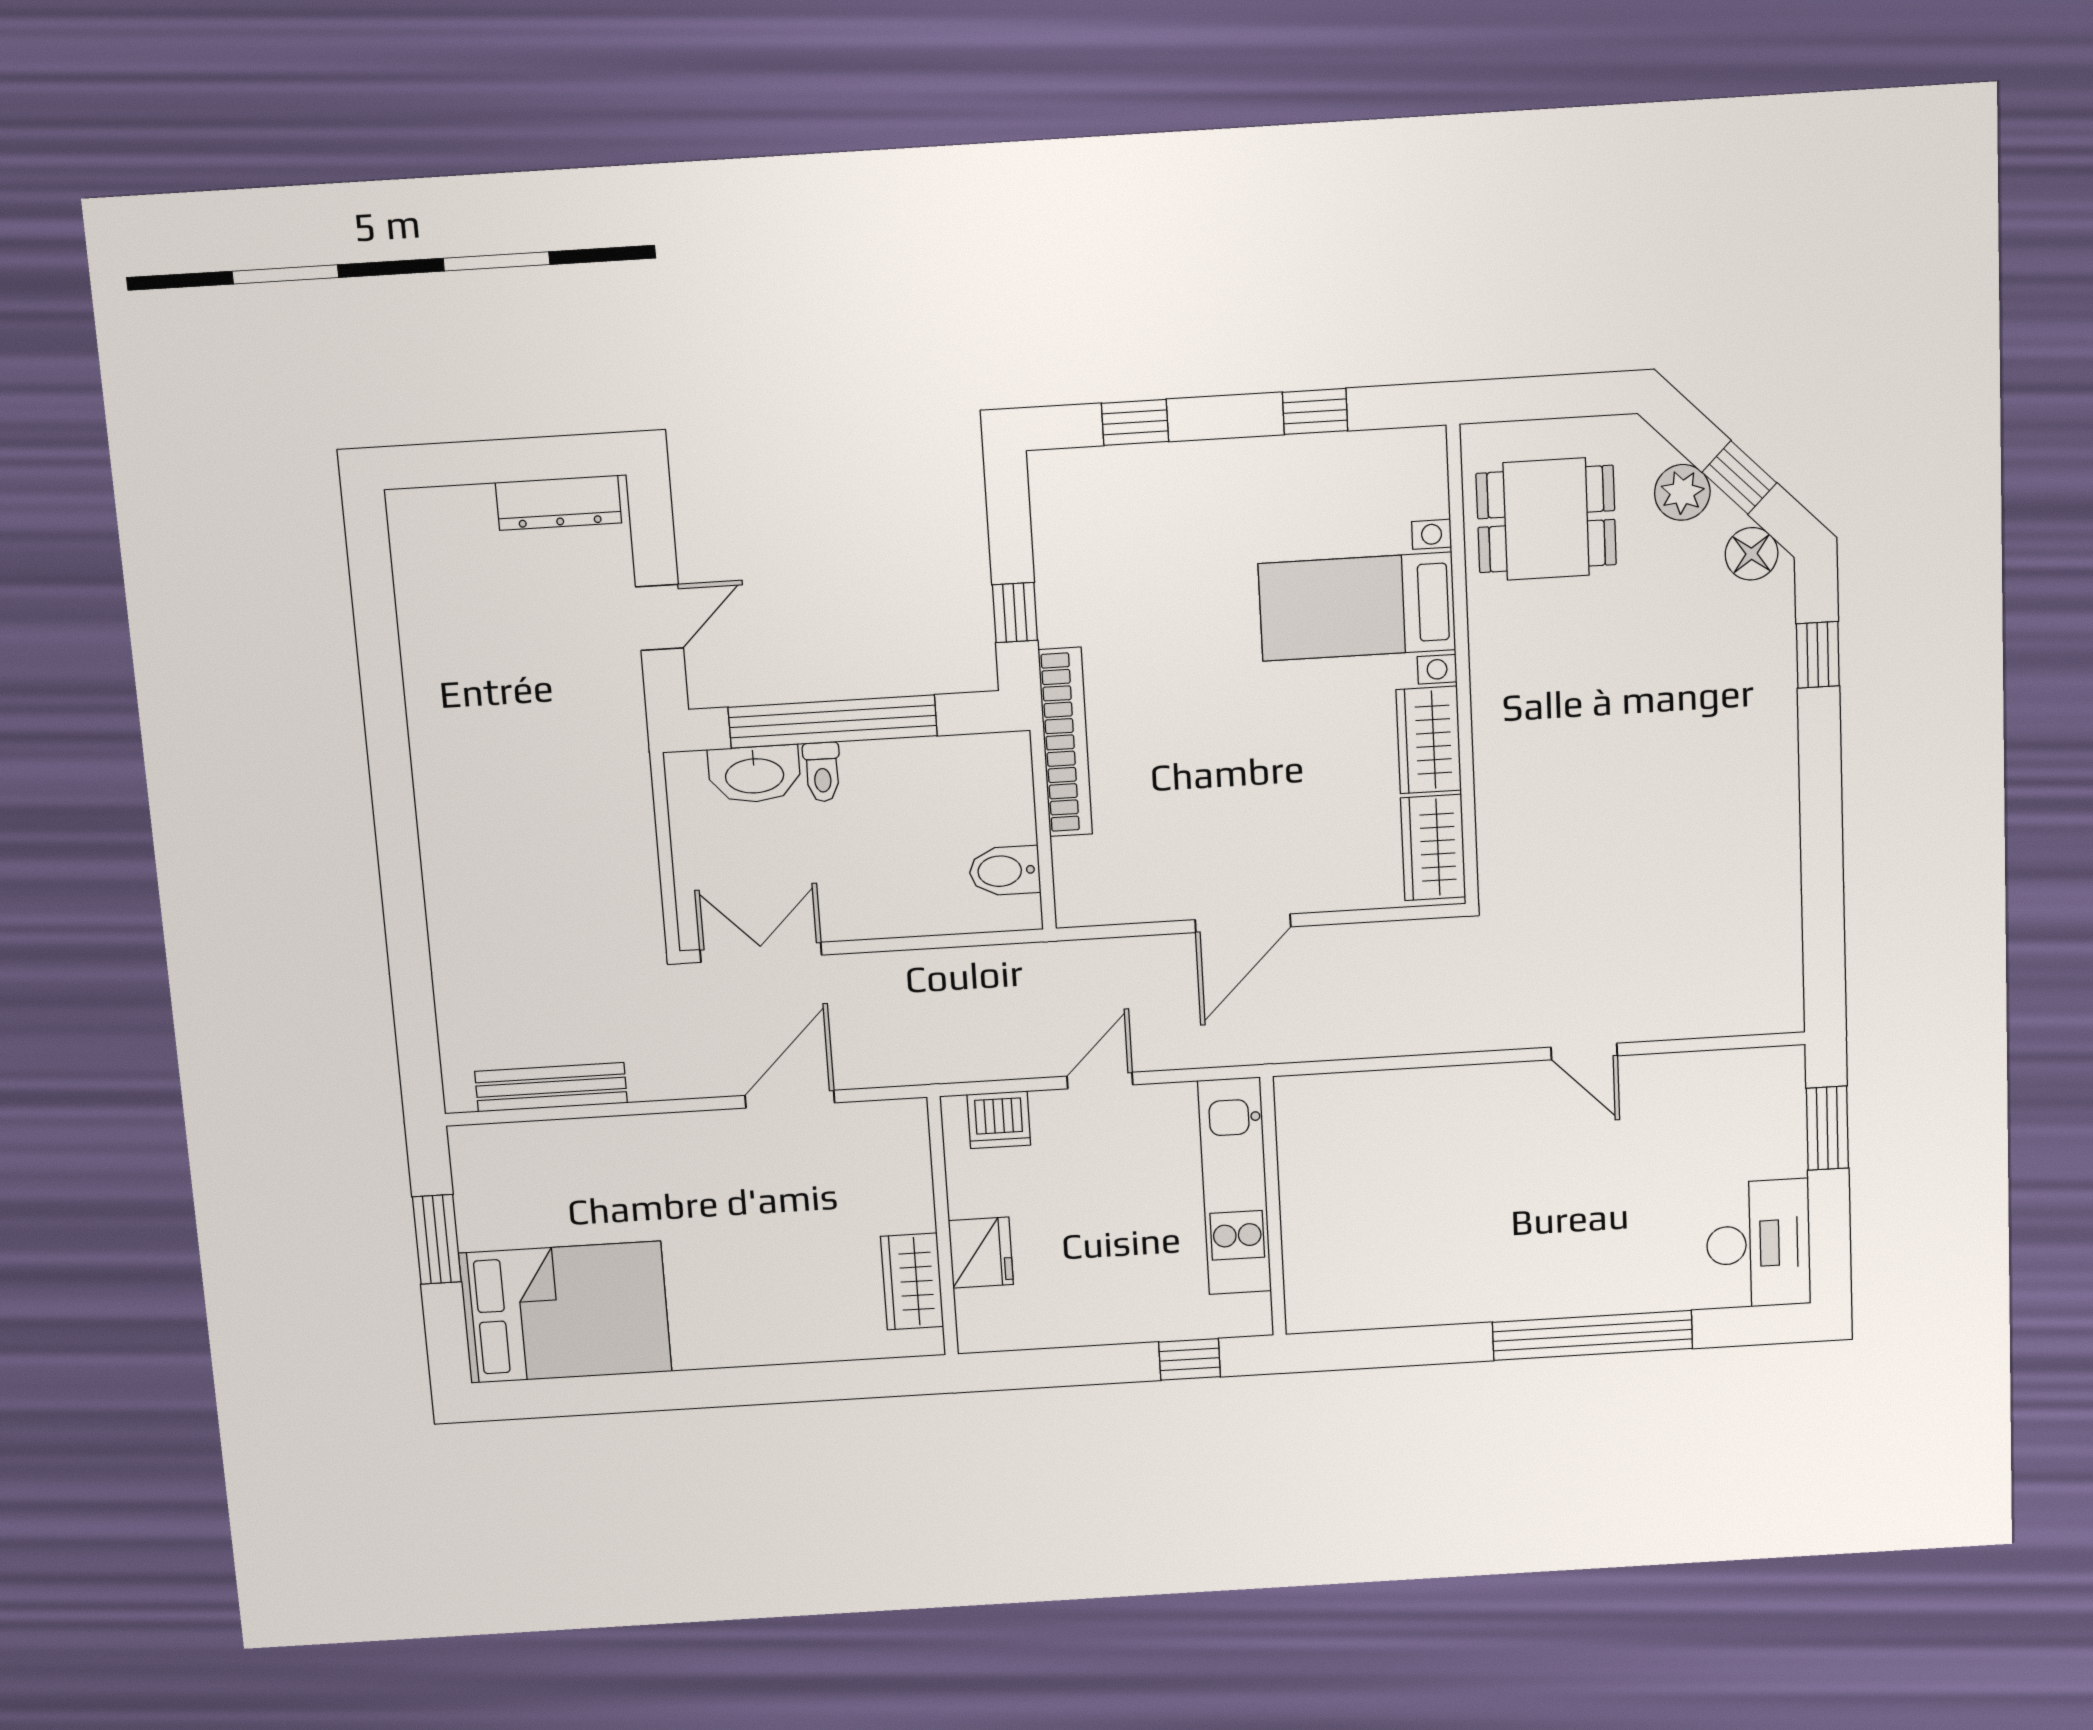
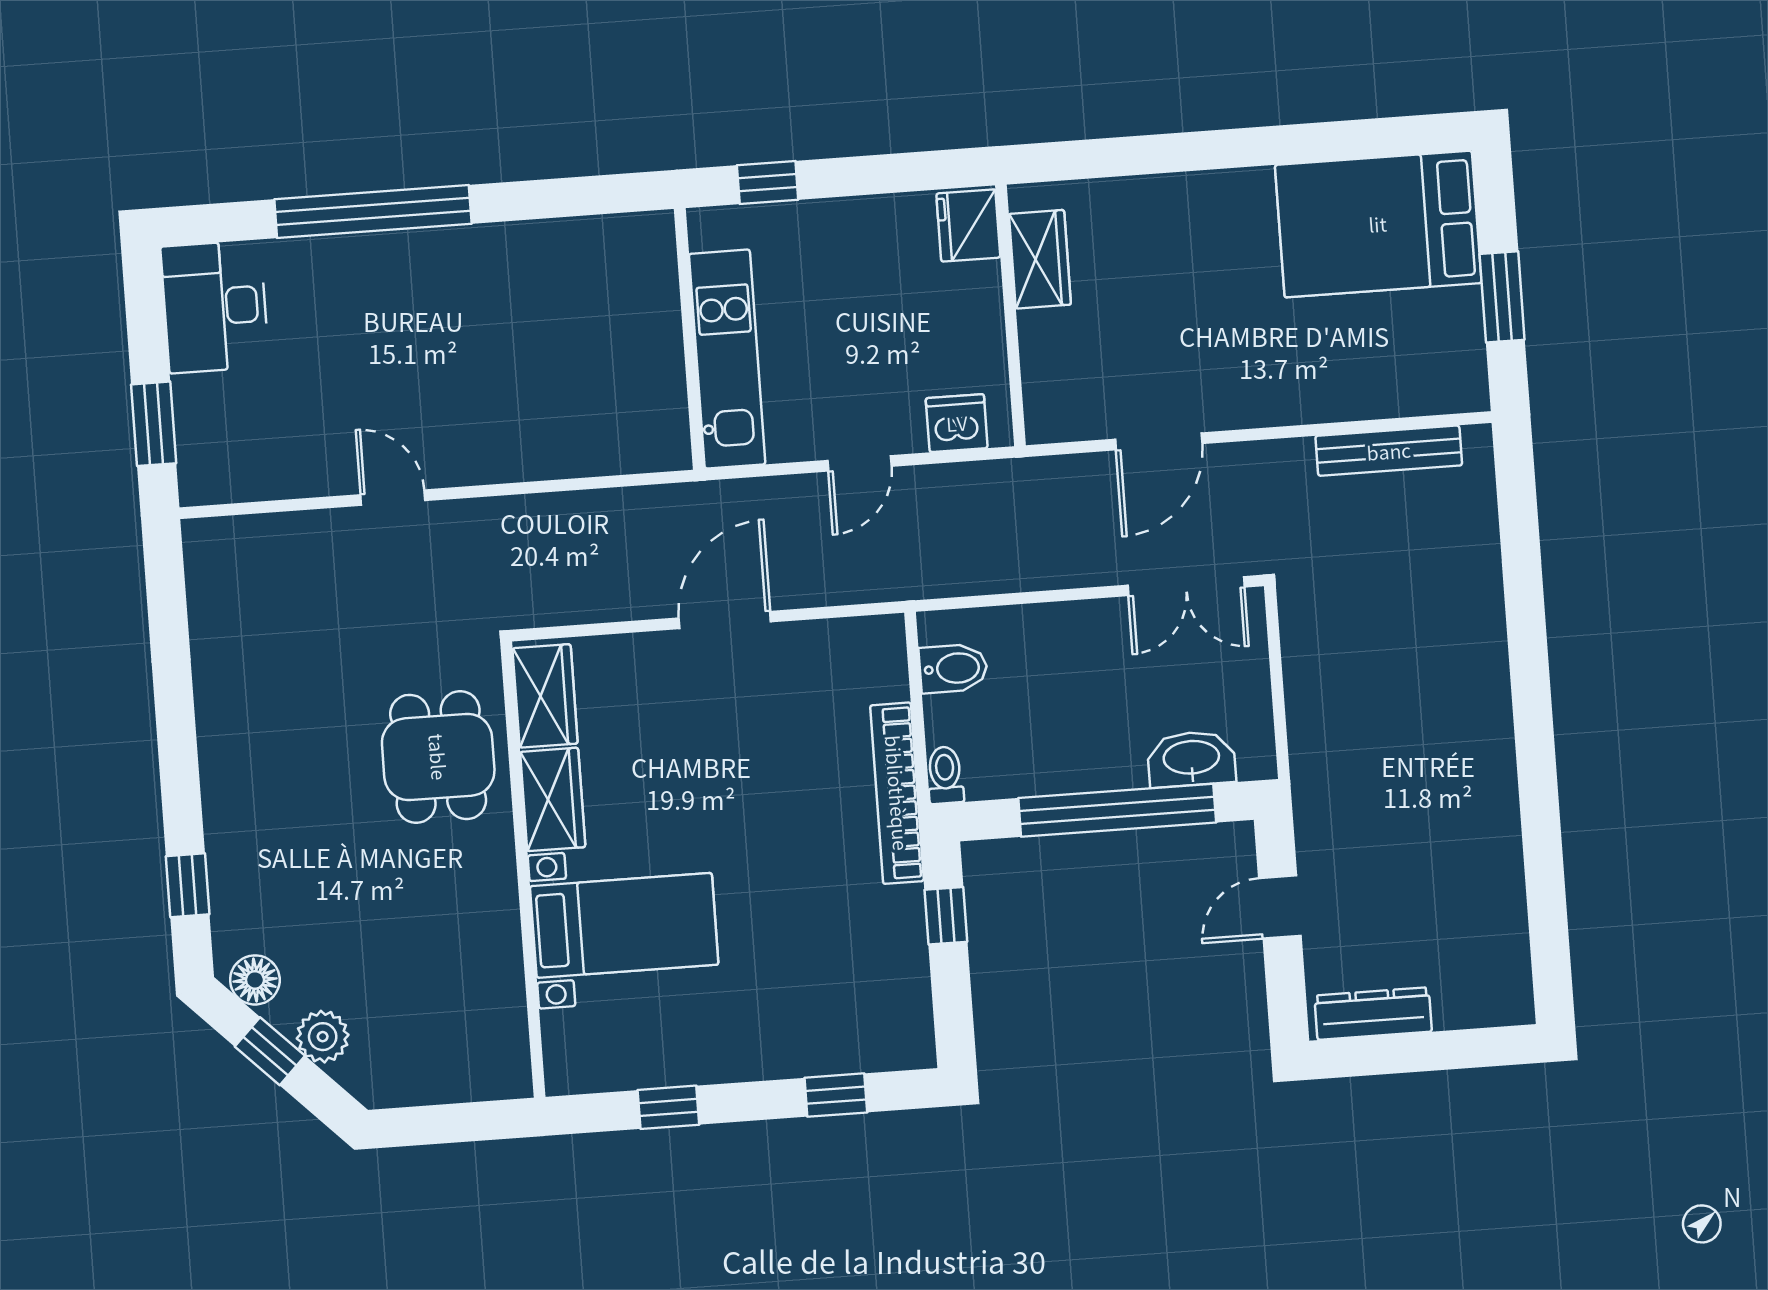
dining table: (1546, 519) -> (438, 757), moved, turned 90
toilet: (822, 772) -> (945, 775), moved
fridge: (981, 1253) -> (968, 225), moved

